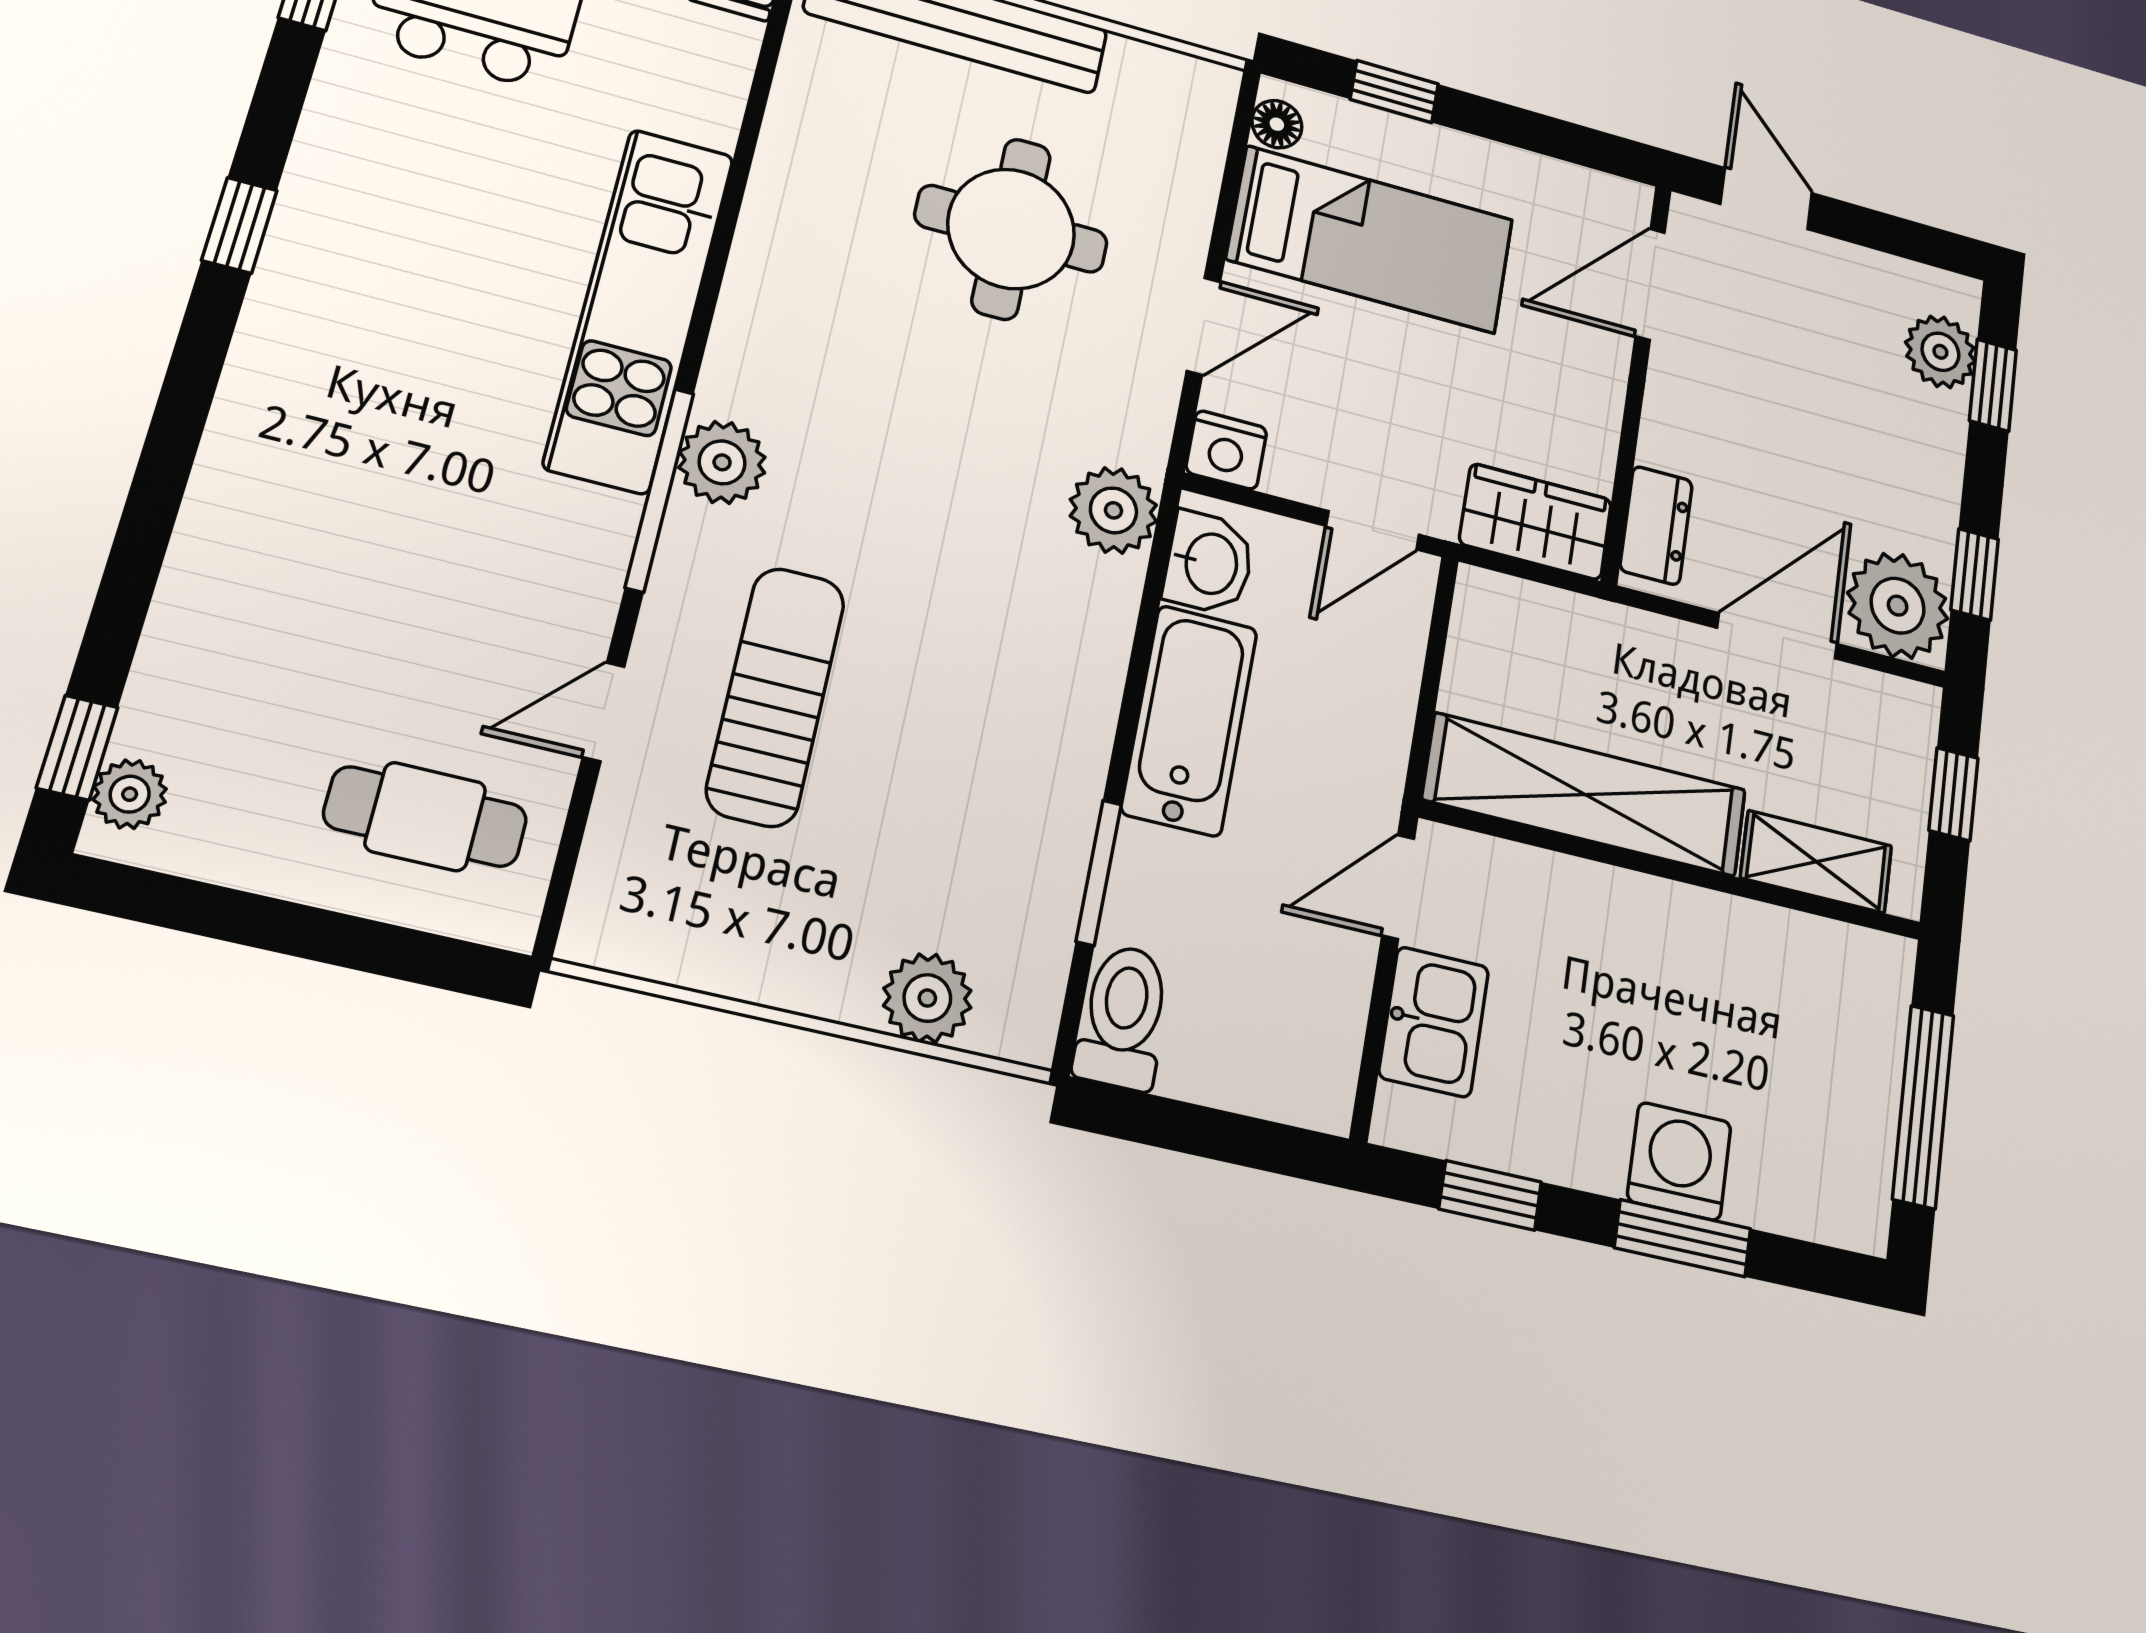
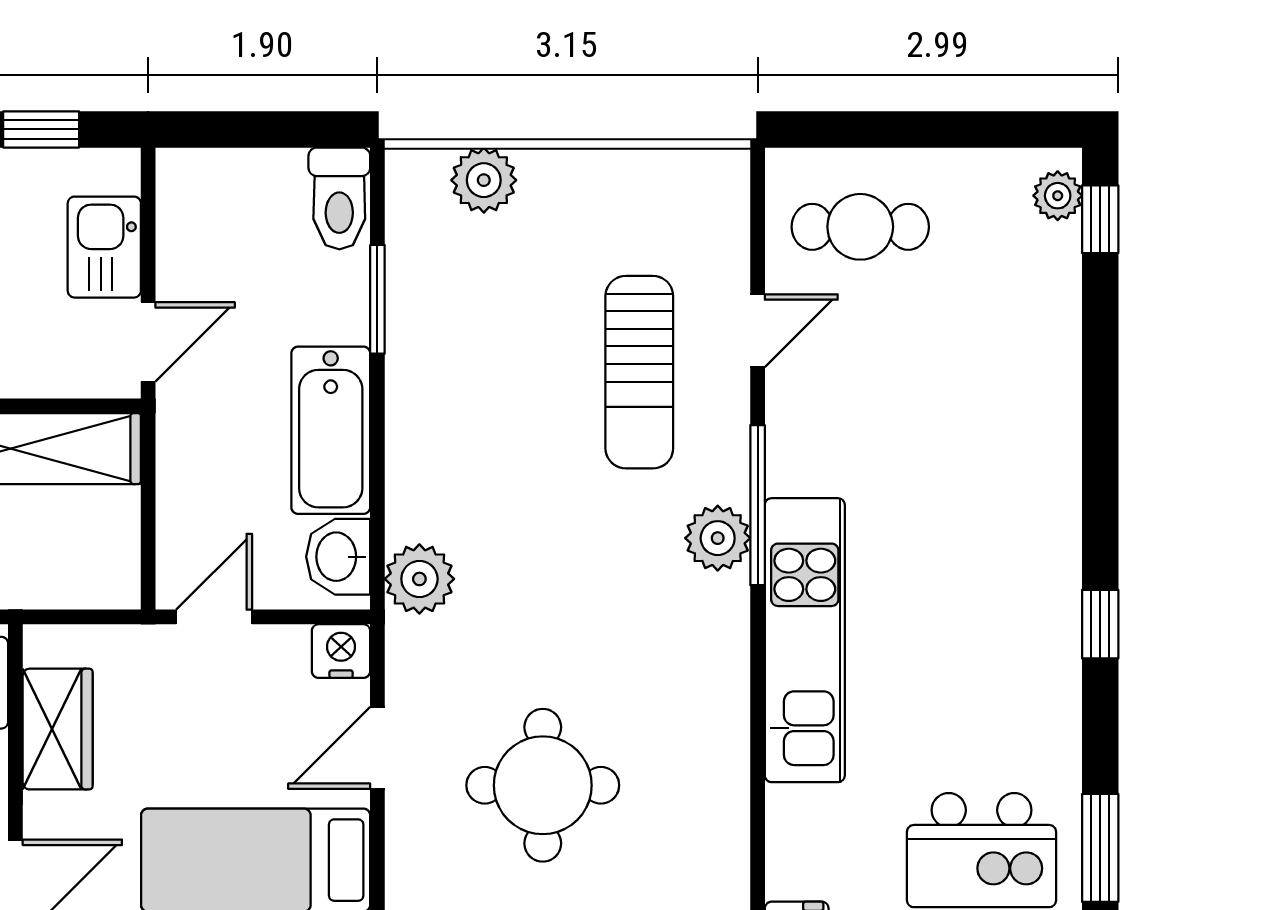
wardrobe: (1536, 522) -> (58, 729), moved, turned -90

